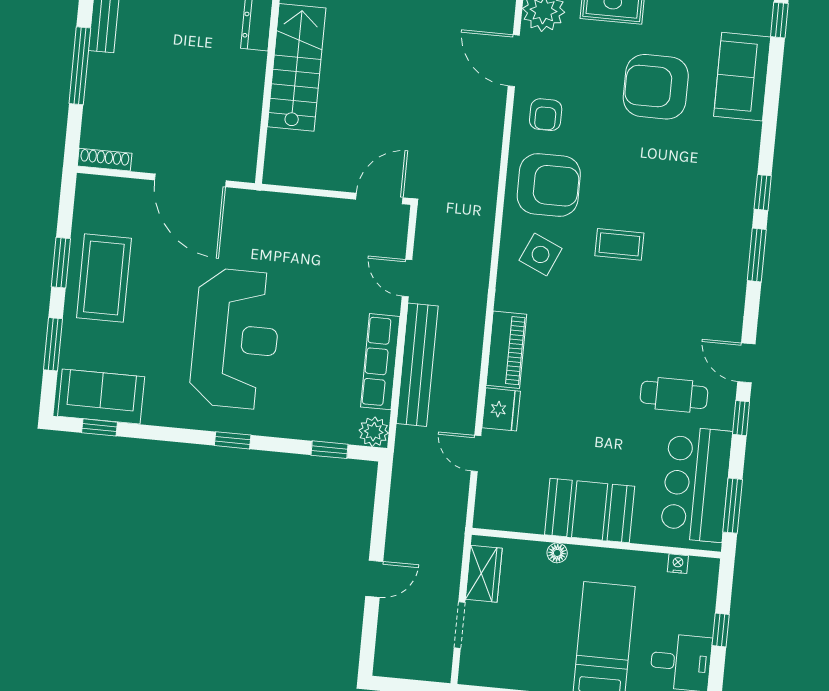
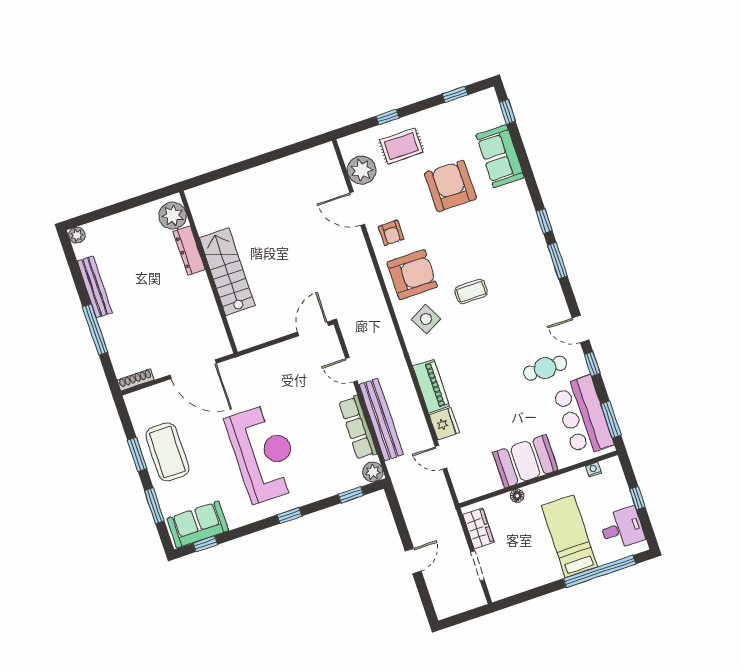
armchair: (656, 87) -> (450, 186), turned 90
side table: (541, 254) -> (426, 319), turned 38

